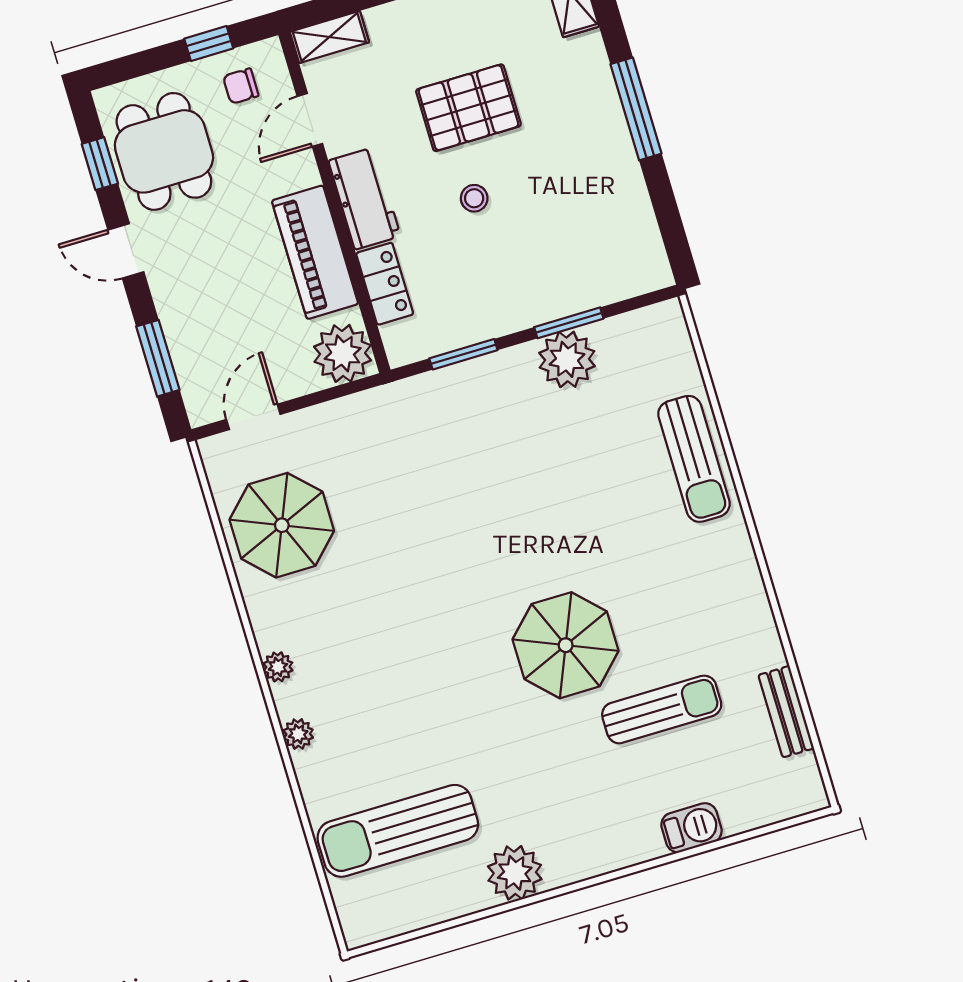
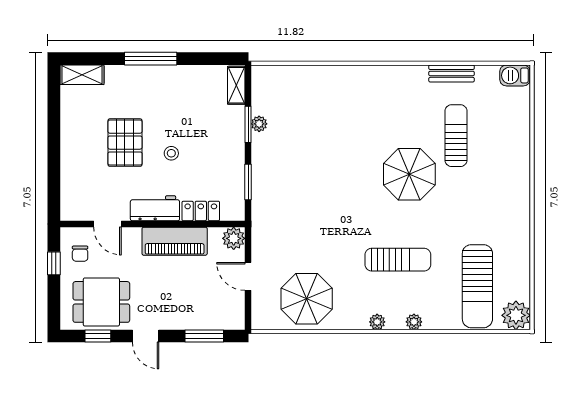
shelving: (329, 37) -> (236, 85), moved
door: (126, 251) -> (146, 336), hinge flipped
plant: (343, 353) -> (234, 238), width x0.73, depth x0.73
plant: (567, 359) -> (259, 124), width x0.53, depth x0.53
door: (253, 417) -> (248, 276), moved
sun lounger: (694, 459) -> (398, 260), moved
bench: (786, 712) -> (452, 73), moved
barbecue: (691, 828) -> (515, 75), moved, turned -90
plant: (515, 873) -> (516, 315), moved

